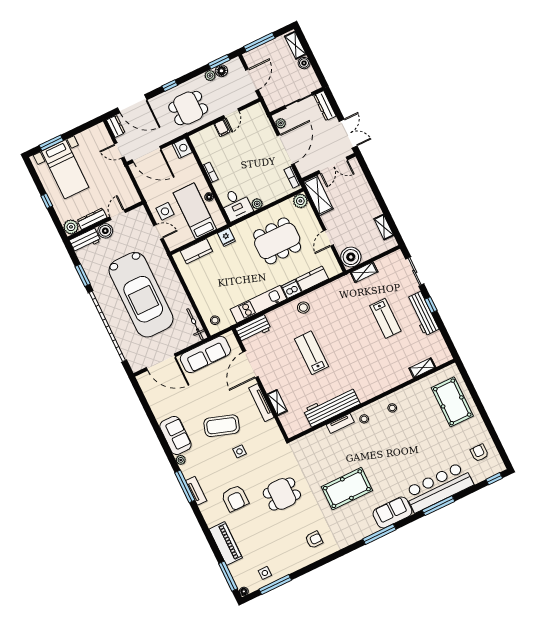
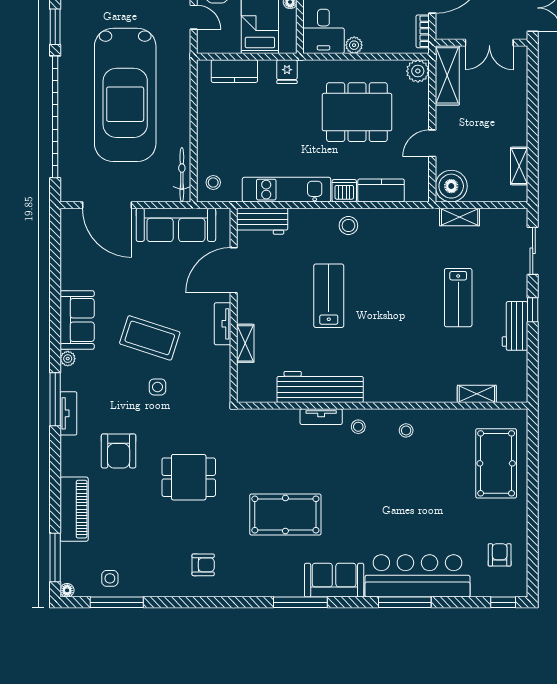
workbench: (423, 314) -> (515, 326), width x0.73
tv unit: (261, 403) -> (223, 324), width x0.71

